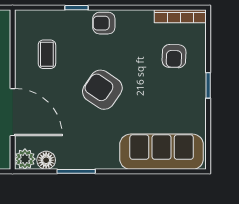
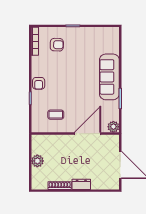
armchair: (102, 90) -> (75, 84), removed
sofa: (162, 152) -> (109, 77), moved
floor lamp: (46, 160) -> (114, 115), removed

